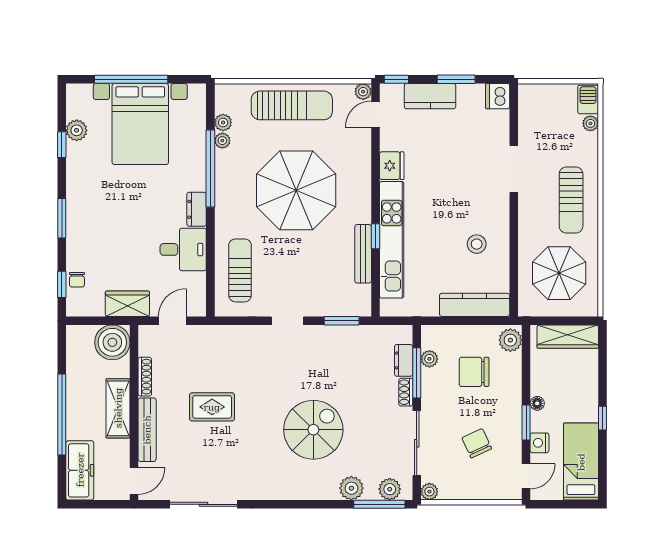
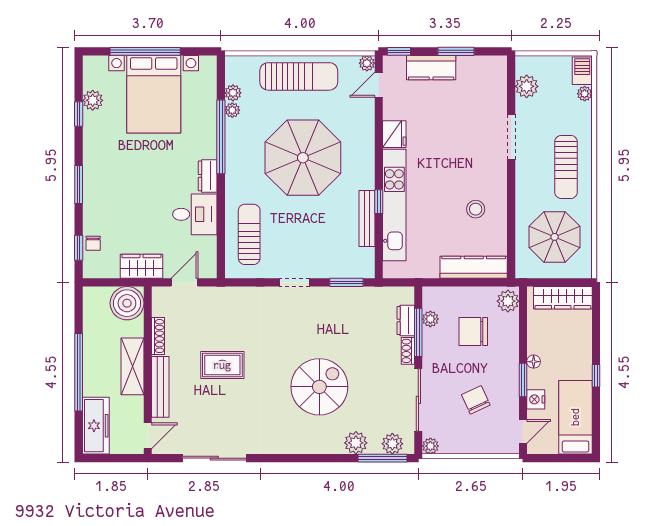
dishwasher: (498, 96) -> (496, 68), removed
plant: (530, 116) -> (527, 86), added

